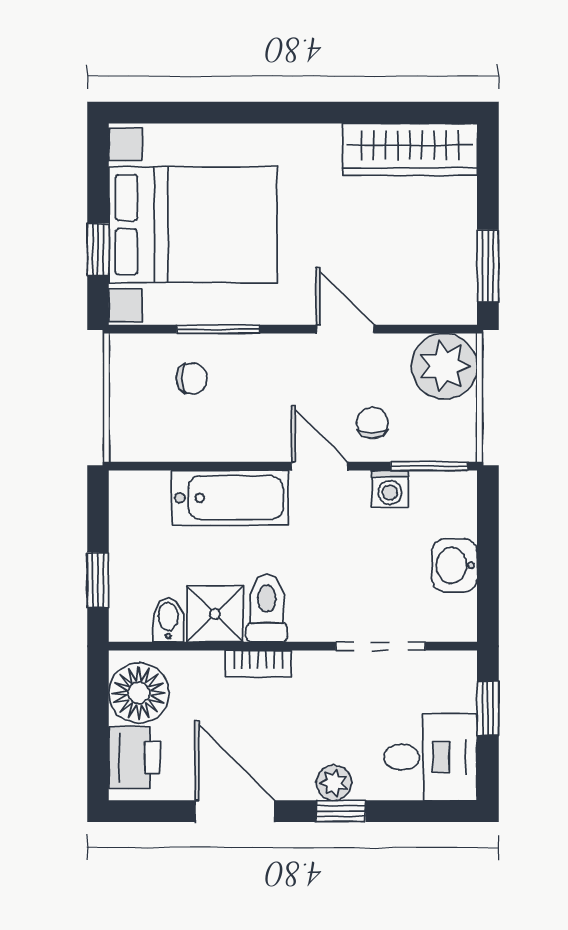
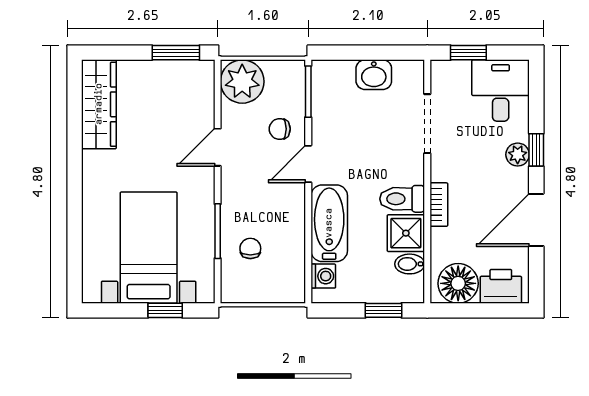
bed with nightstands: (193, 225) -> (149, 248), width x0.73
washing machine: (390, 489) -> (323, 276), moved

